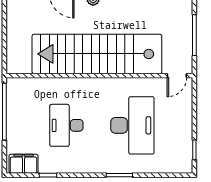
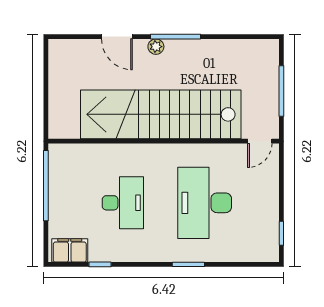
desk: (66, 125) -> (123, 203), turned 180
desk: (132, 125) -> (205, 203), turned 180

